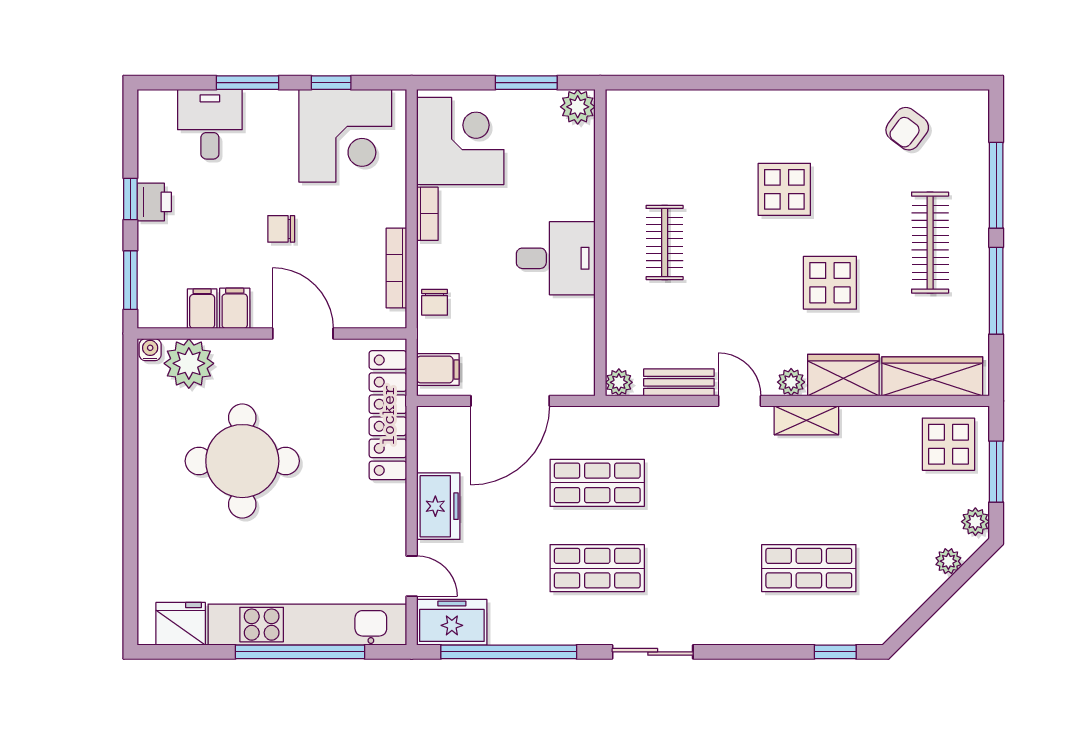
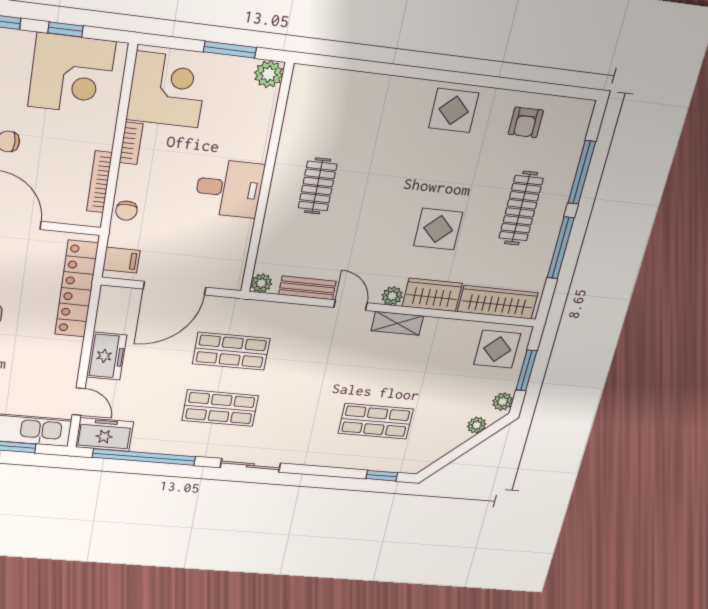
armchair: (907, 129) -> (526, 122), turned -37
display table: (784, 189) -> (454, 110), moved

